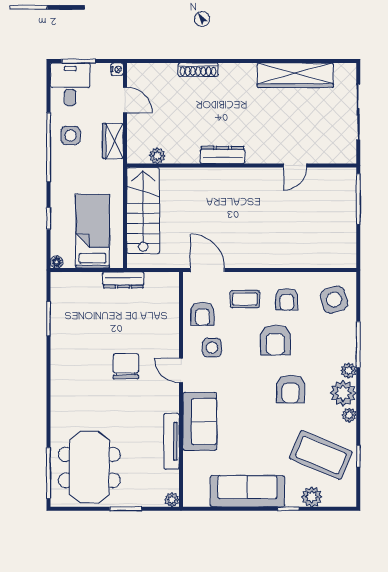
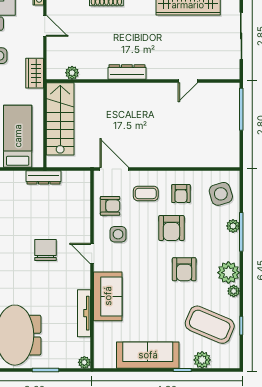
wardrobe: (113, 141) -> (35, 73), moved
armchair: (203, 314) -> (110, 206), turned -90
plant: (349, 371) -> (233, 226), moved

